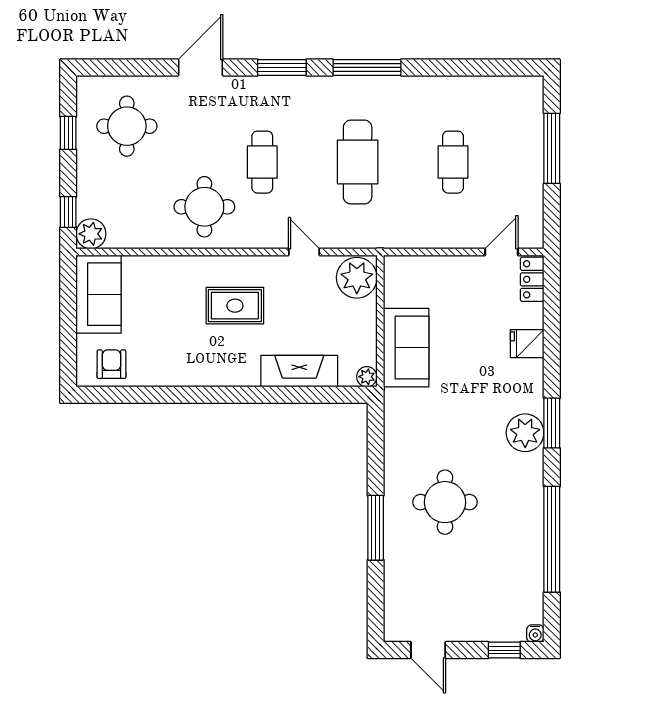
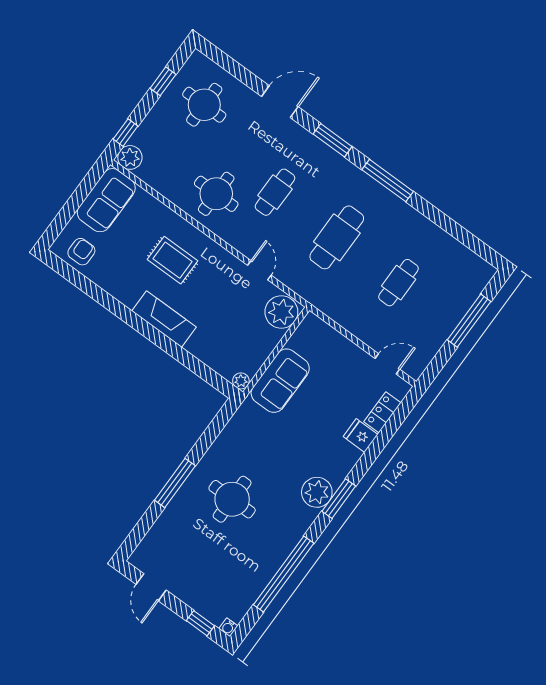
locker: (532, 279) -> (382, 412), moved
rug: (235, 306) -> (173, 260), moved
fireplace: (299, 371) -> (164, 319), moved

